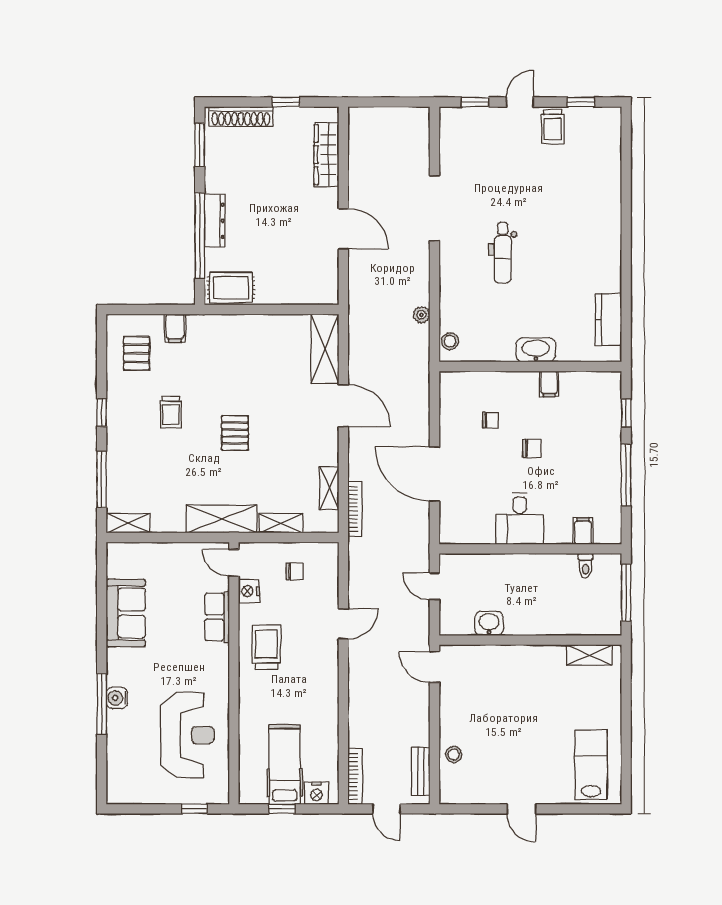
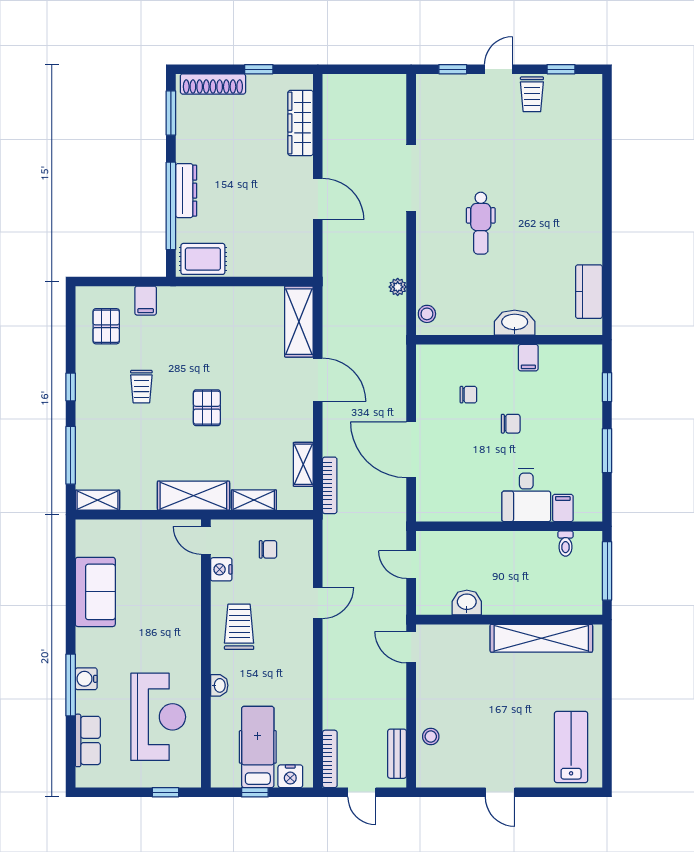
window: (626, 475) -> (607, 451), width x0.69
desk: (520, 519) -> (526, 495), moved
row of seats: (217, 617) -> (88, 740), moved, turned 180
shelving: (589, 655) -> (541, 638), width x2.20, depth x1.33
washbasin: (247, 704) -> (219, 685), added

